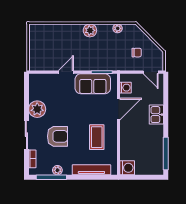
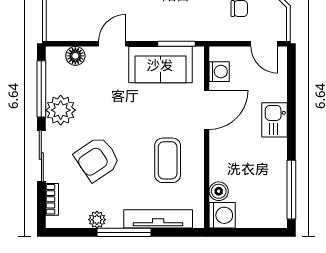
floor lamp: (45, 79) -> (75, 56), added
window: (26, 97) -> (41, 89), added
armchair: (57, 136) -> (97, 159), turned 146
boiler: (125, 154) -> (219, 191), added
window: (51, 177) -> (124, 232), moved

